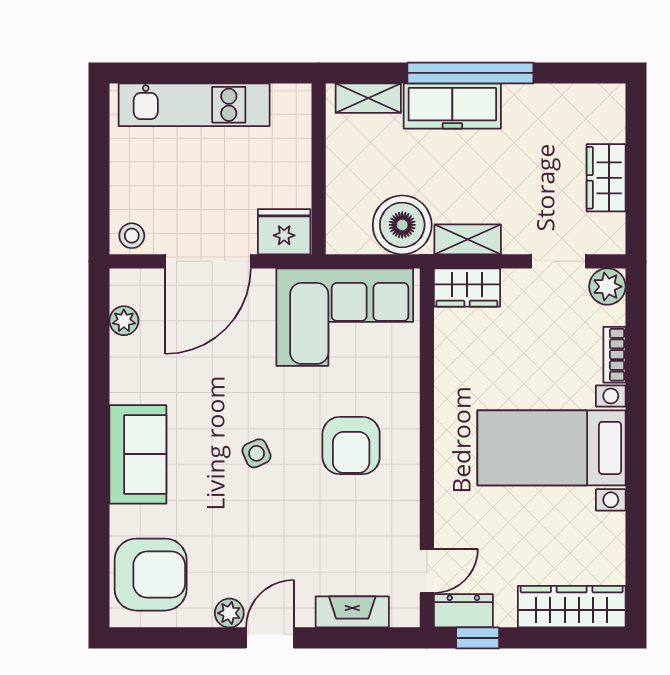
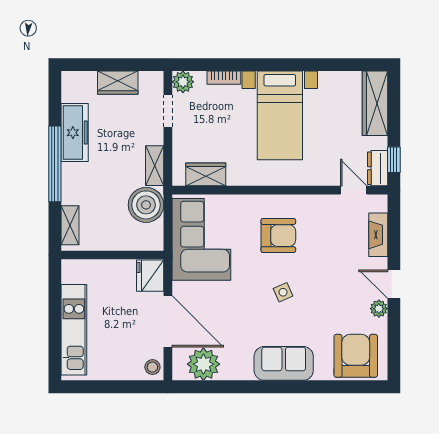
freezer: (452, 106) -> (75, 133), moved
wardrobe: (467, 288) -> (206, 174), moved, turned -90
plant: (124, 321) -> (203, 364), width x1.87, depth x1.87

